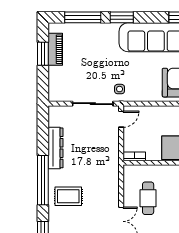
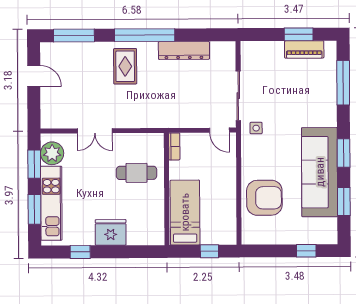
window: (122, 17) -> (344, 153), moved
cafe table: (148, 198) -> (136, 173), moved

